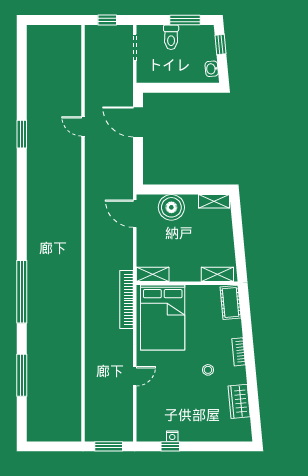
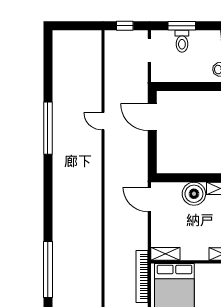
window: (185, 20) -> (182, 26), moved
window: (22, 134) -> (48, 128), width x2.11
boiler: (171, 207) -> (194, 194), moved

